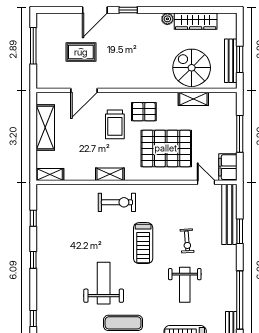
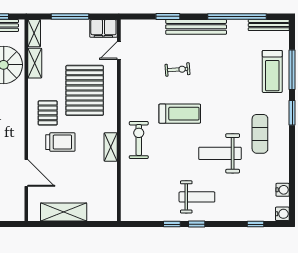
shelving: (50, 175) -> (34, 33), moved
bench: (229, 214) -> (196, 27), moved
window: (33, 218) -> (172, 224), moved
weight bench: (185, 285) -> (197, 197), moved

